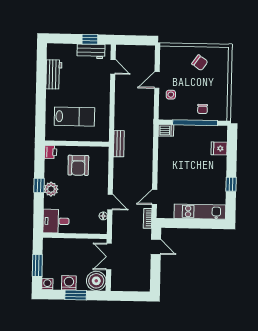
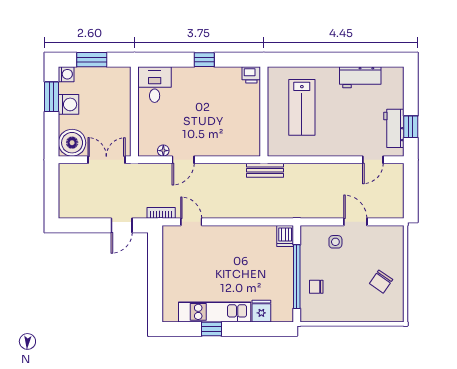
armchair: (78, 165) -> (234, 114), removed
plant: (51, 189) -> (199, 77), removed
kitchen unit: (200, 212) -> (215, 312), moved, turned -90
window: (76, 295) -> (52, 97), moved

